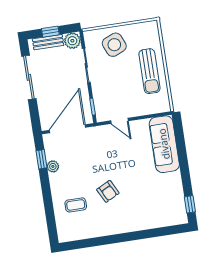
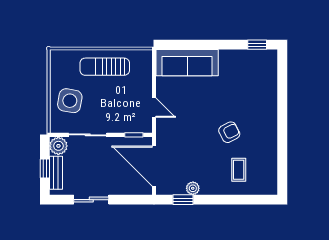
side table: (114, 45) -> (70, 101), turned 33
sun lounger: (149, 71) -> (105, 67), turned 180
sliding door: (29, 77) -> (91, 200), width x0.73
door: (120, 121) -> (154, 108), hinge flipped

